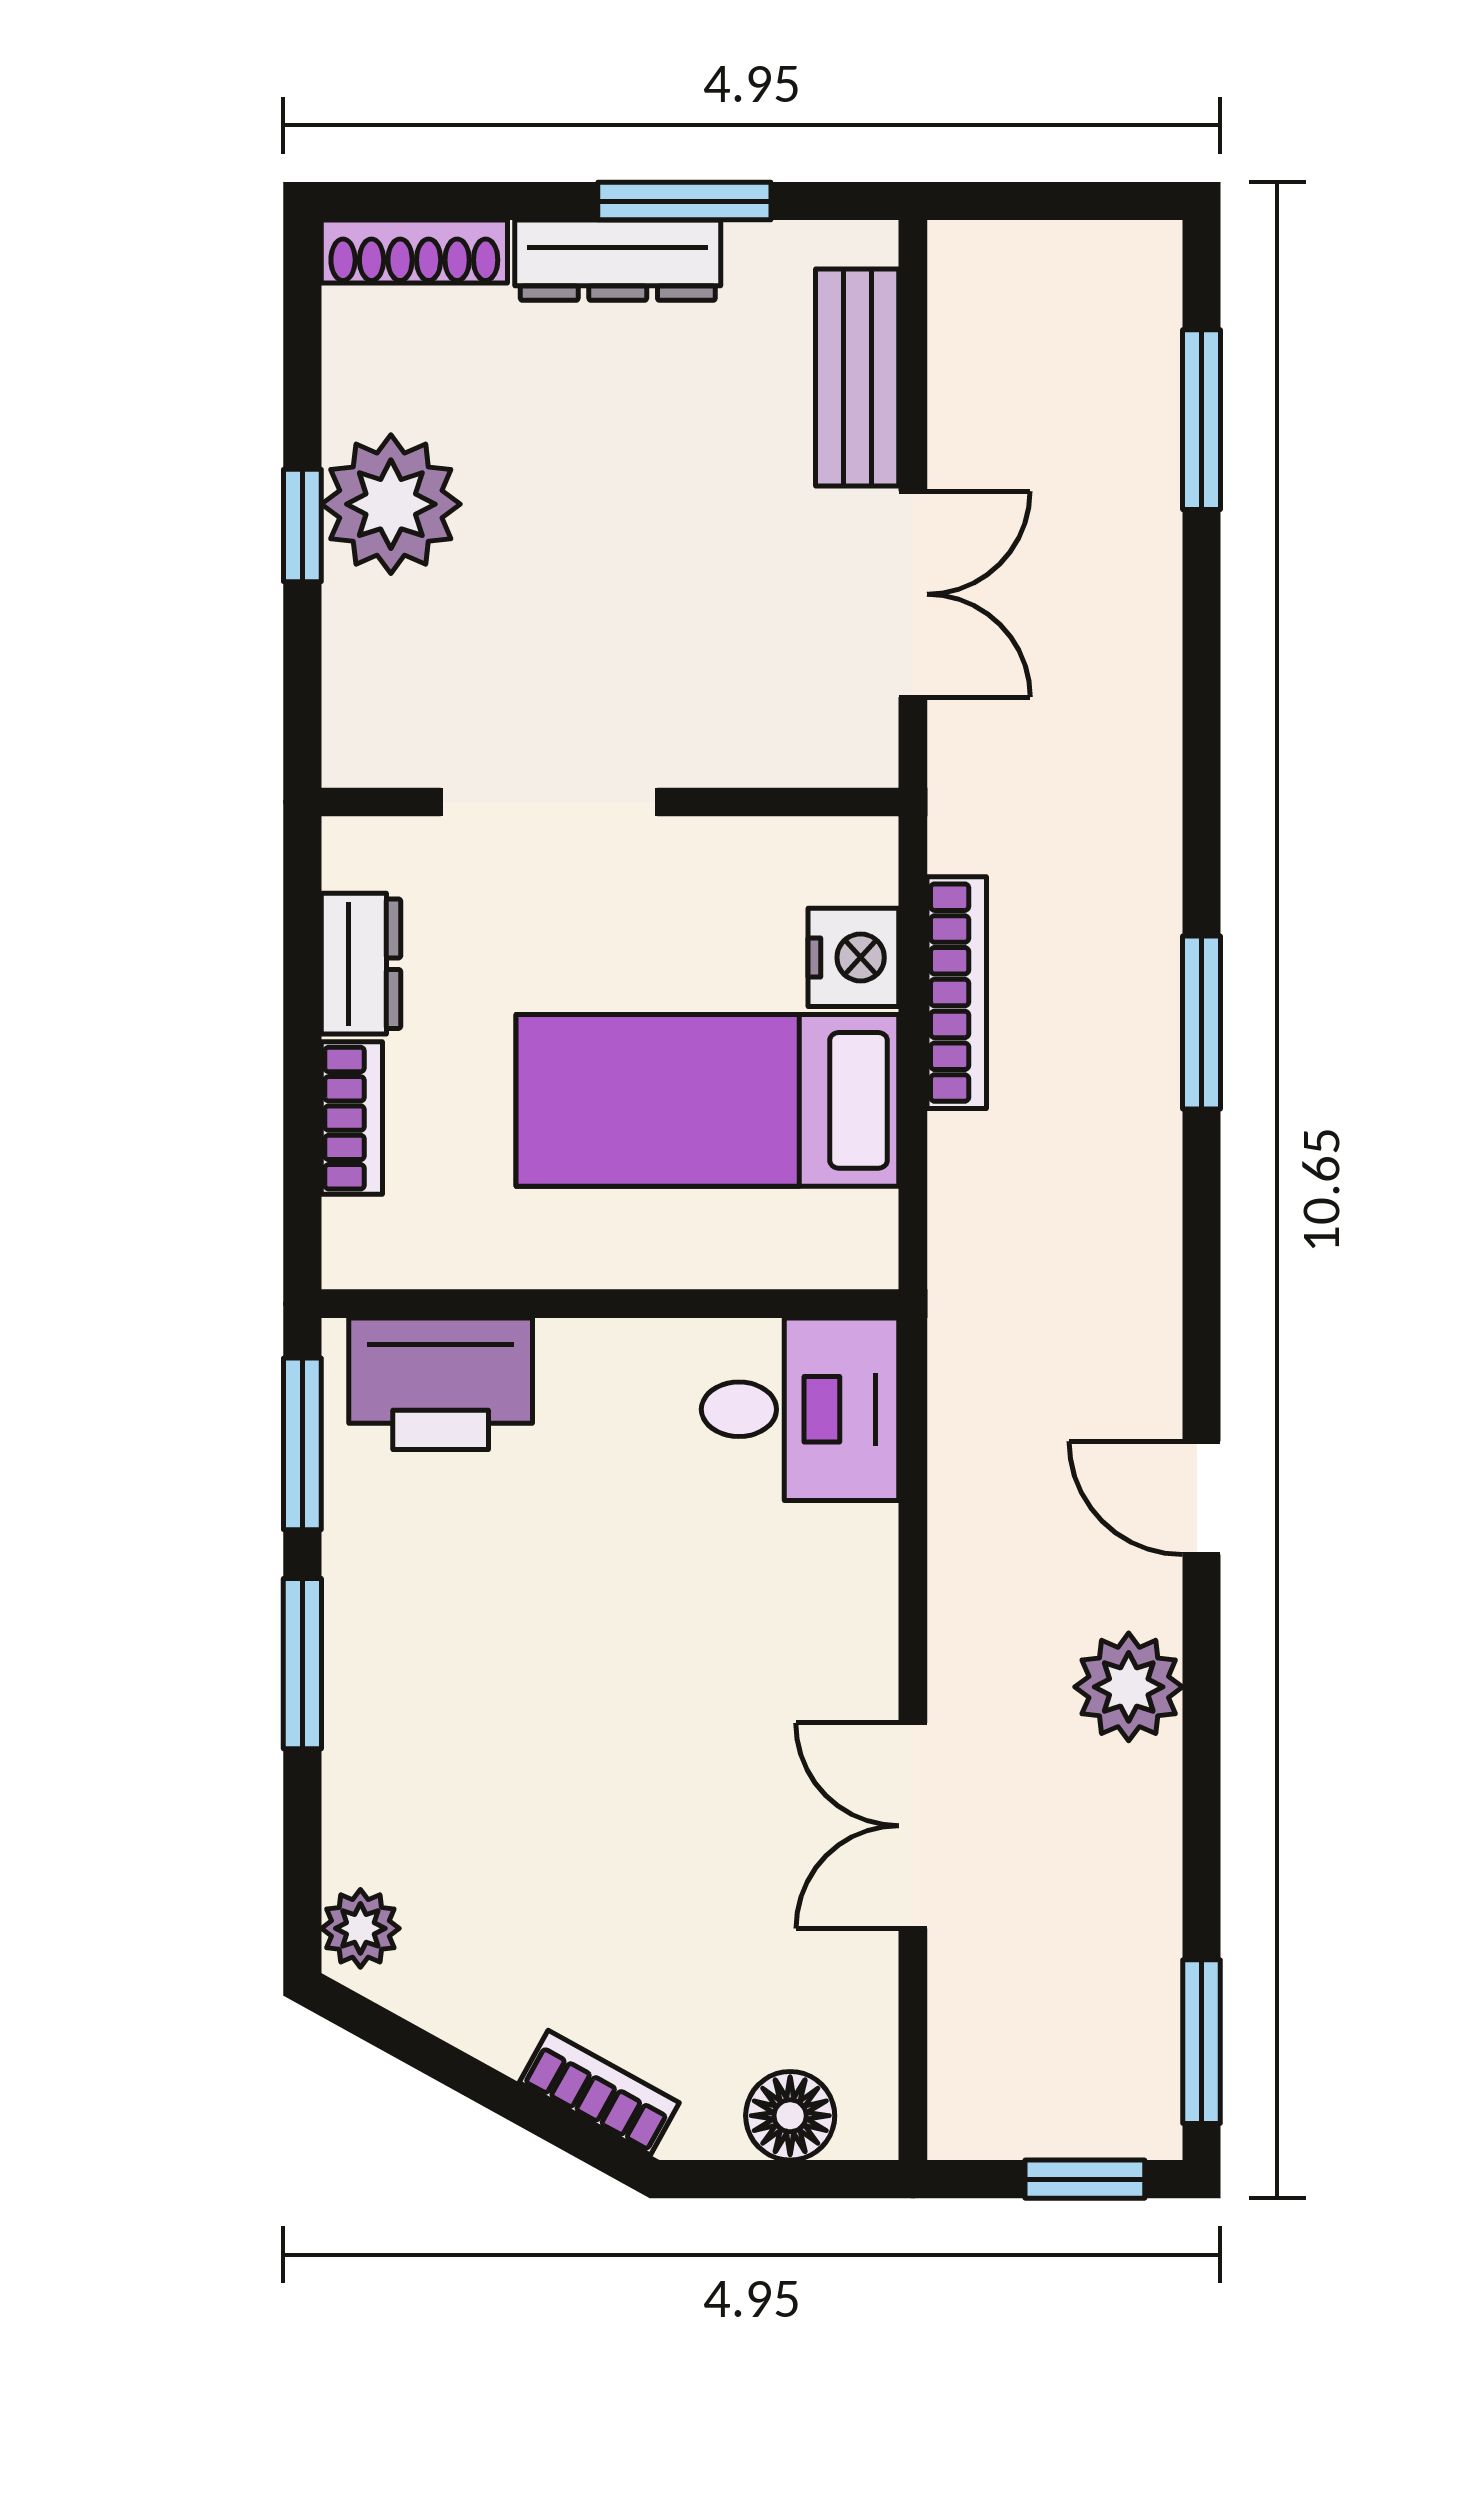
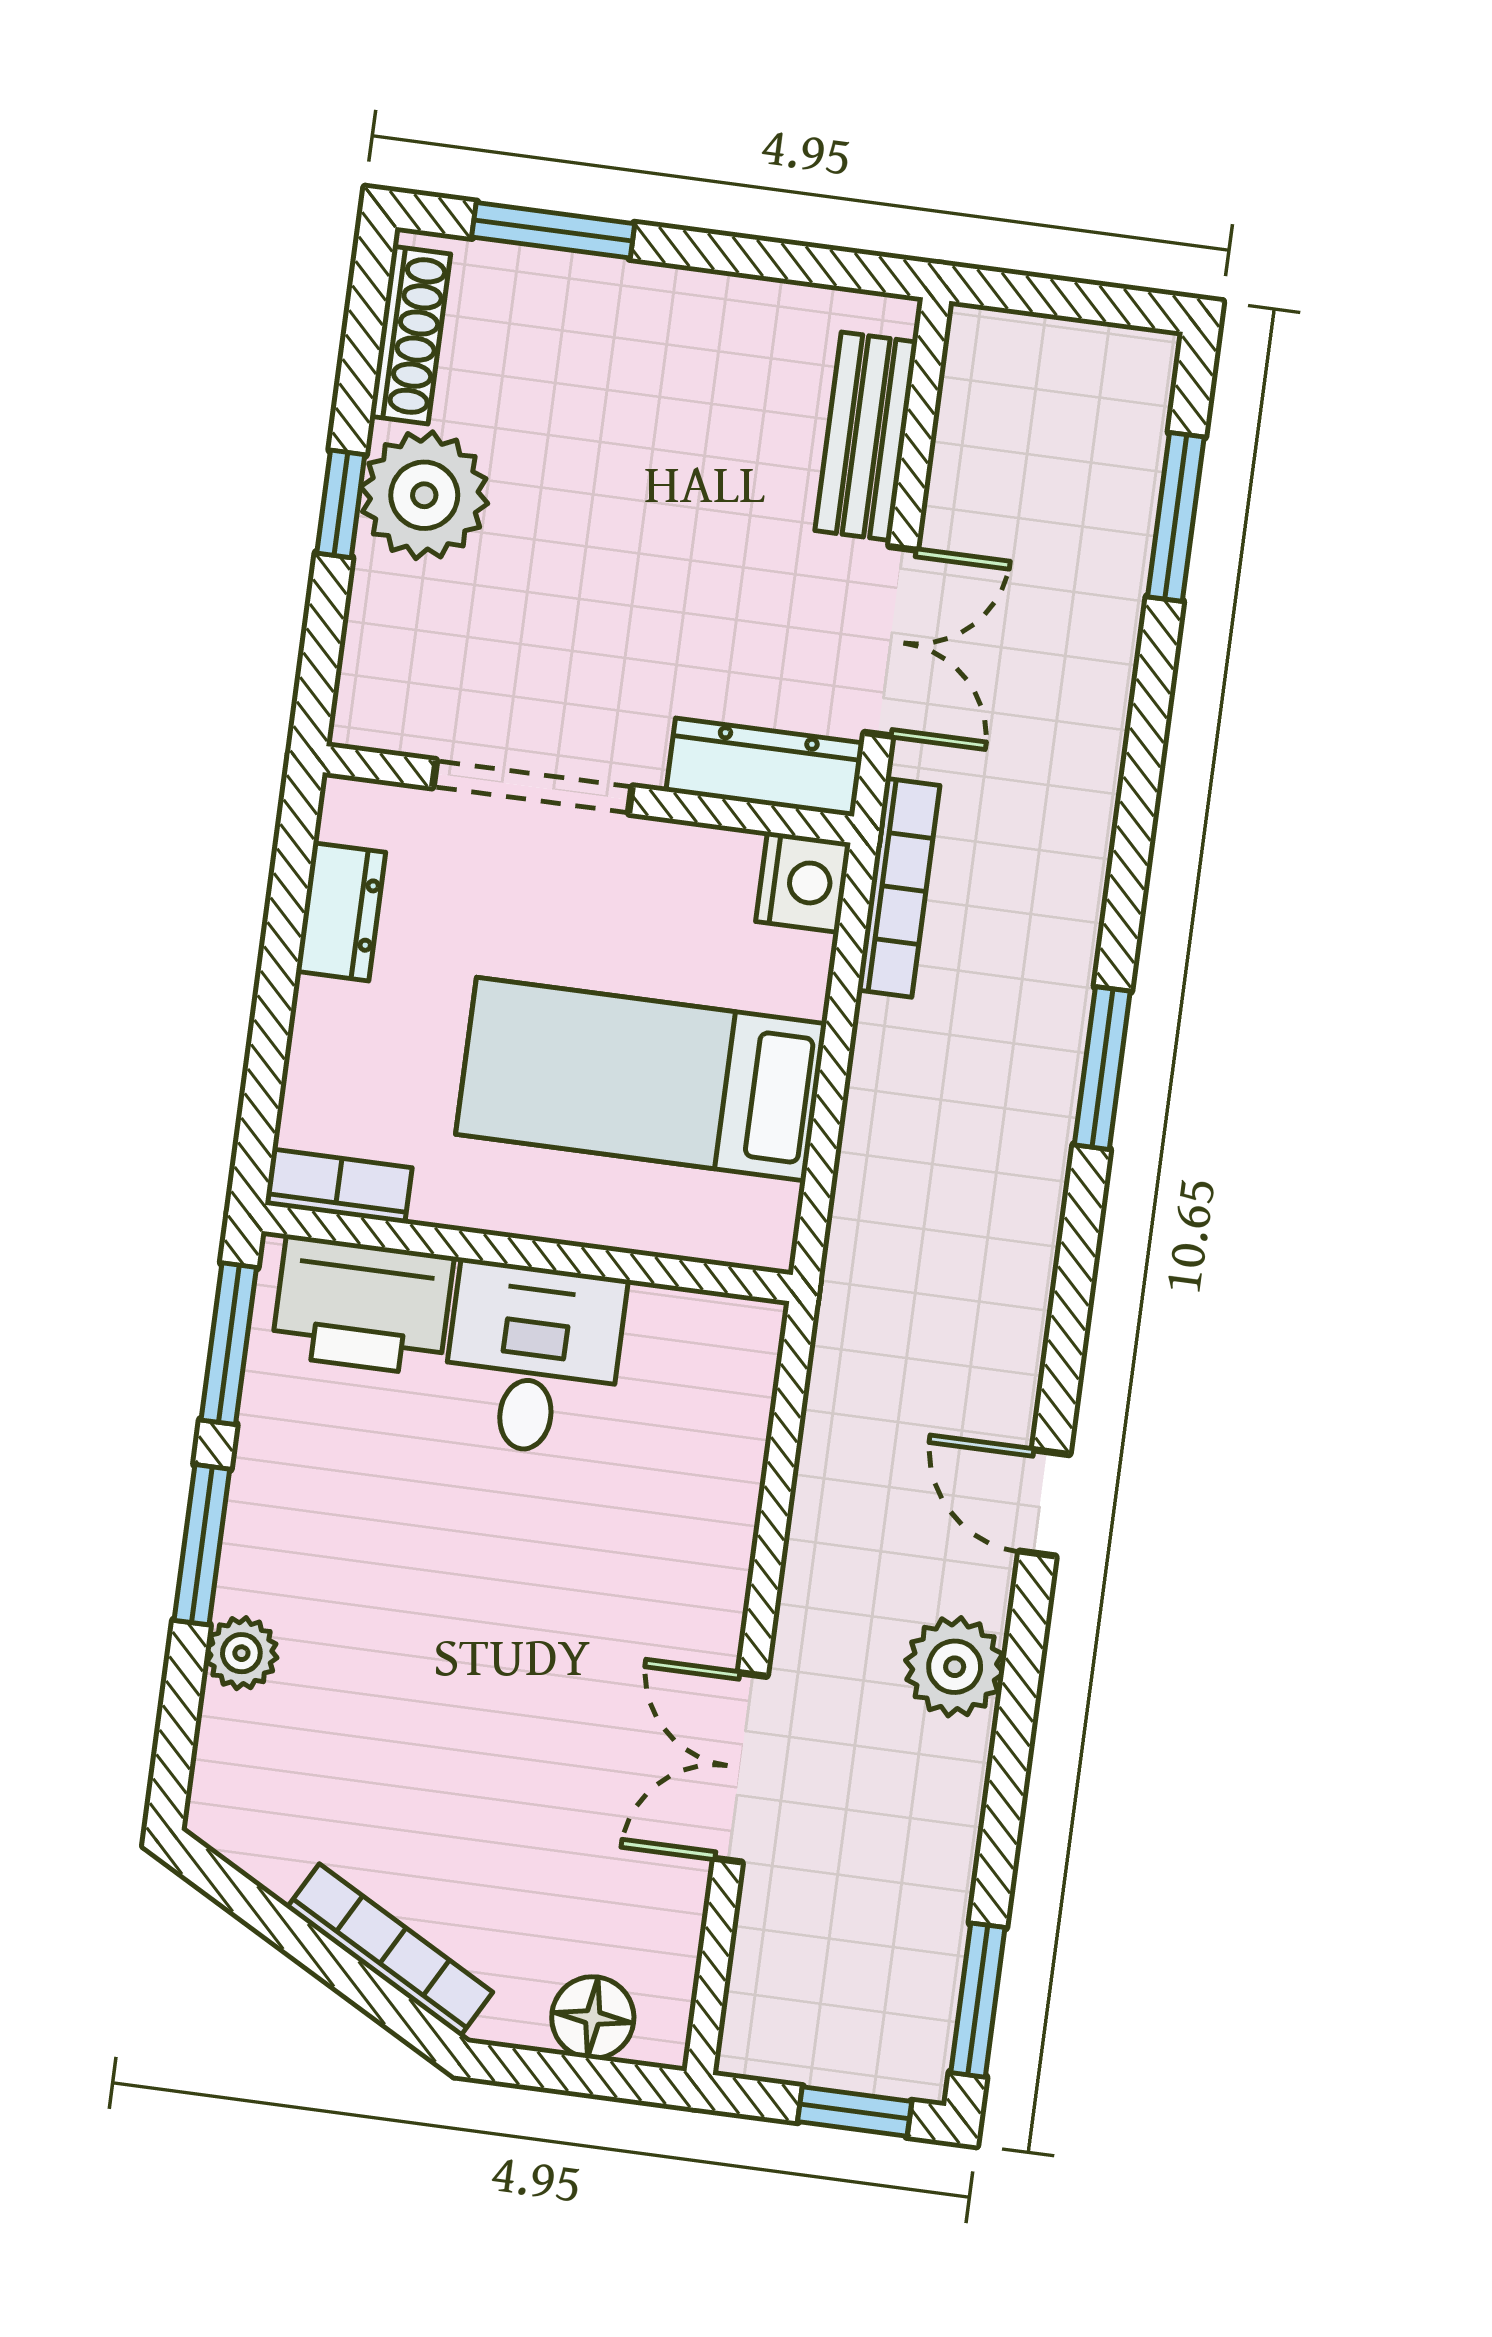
window: (684, 201) -> (553, 230), moved
shoe rack: (414, 252) -> (410, 335), moved, turned -90
dresser: (618, 260) -> (765, 767), moved, turned 180
nightstand: (853, 957) -> (803, 882), moved
bookcase: (957, 993) -> (899, 888), moved
bookcase: (352, 1118) -> (338, 1186), moved, turned -90
desk: (800, 1409) -> (533, 1359), moved, turned -90
plant: (360, 1928) -> (241, 1653), moved
bookcase: (599, 2093) -> (390, 1950), width x1.56

